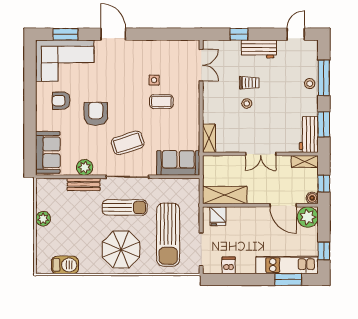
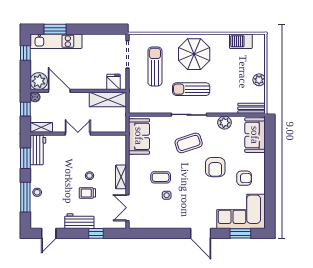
shelving: (209, 138) -> (121, 177), moved
sofa: (178, 163) -> (139, 136), moved, turned -90
bench: (84, 184) -> (252, 108), moved
sun lounger: (168, 235) -> (155, 67), width x0.73, depth x0.75
dishwasher: (229, 265) -> (105, 41), removed

